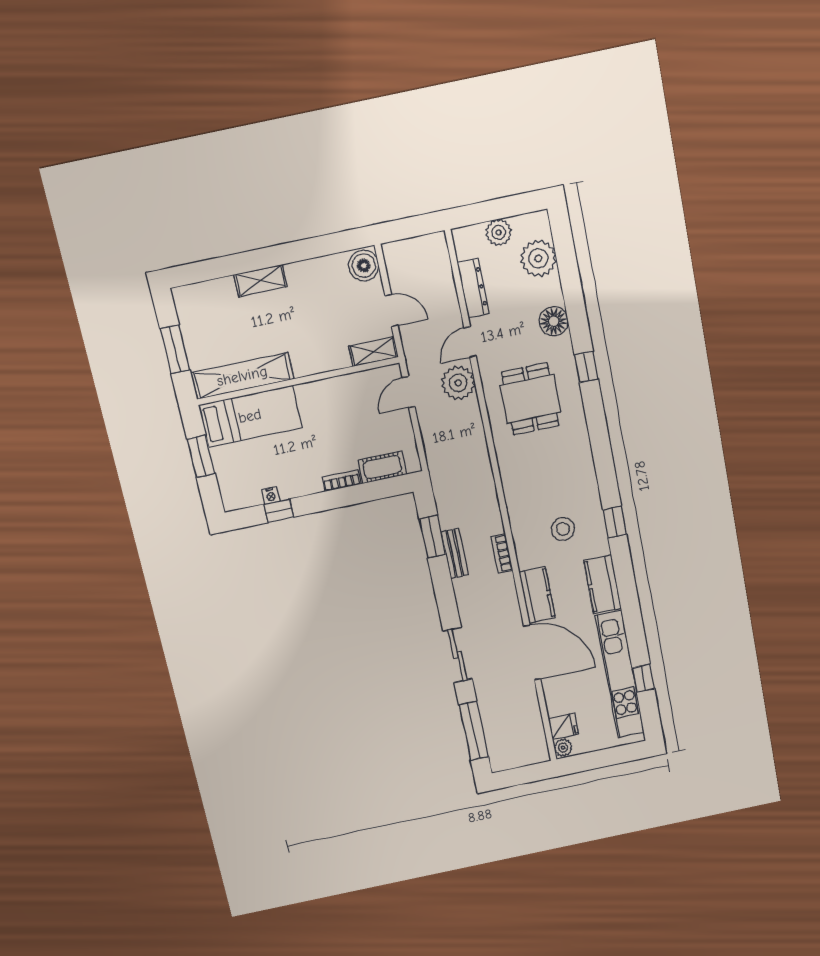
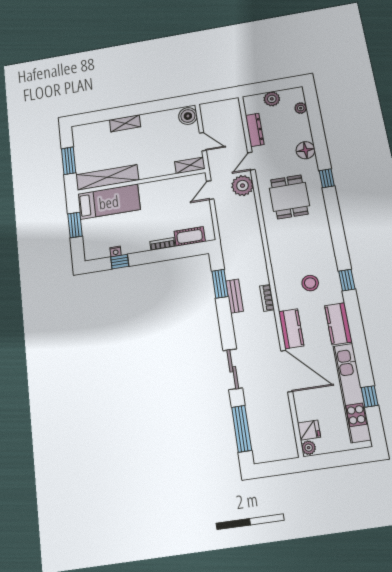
plant: (538, 258) -> (301, 108), width x0.53, depth x0.53

